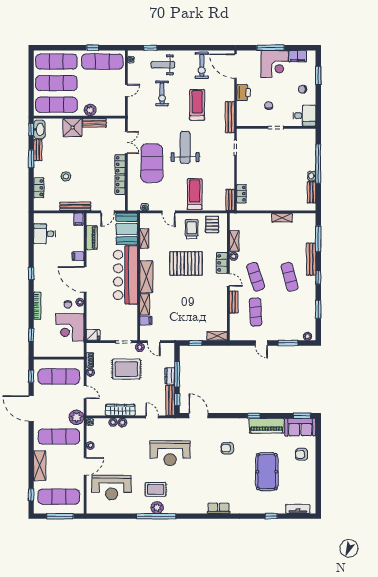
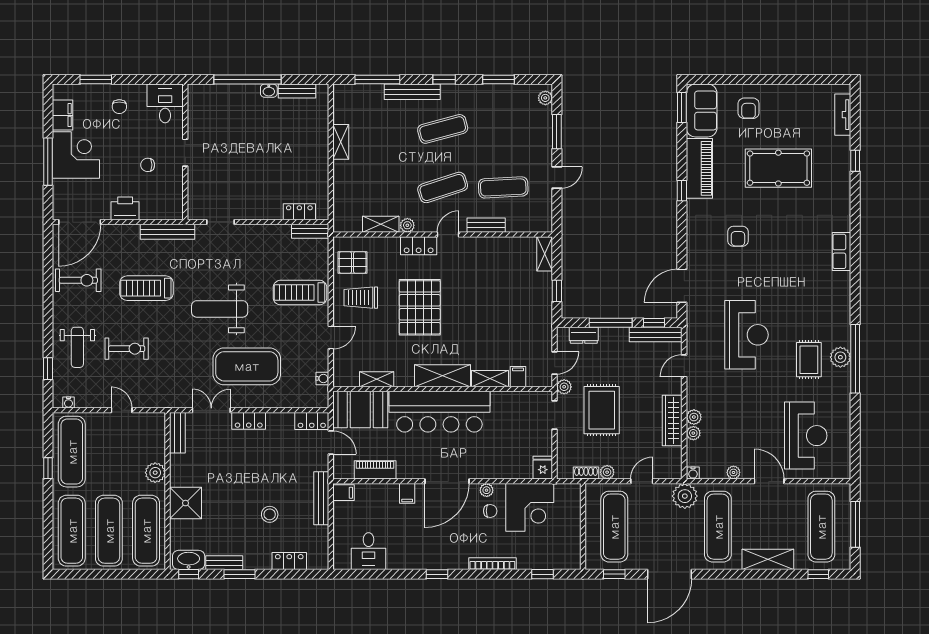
bench: (94, 123) -> (177, 433), moved
locker: (120, 185) -> (312, 421), moved
dresser: (170, 376) -> (584, 335), moved

